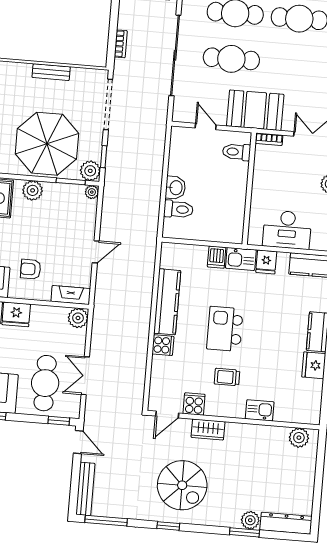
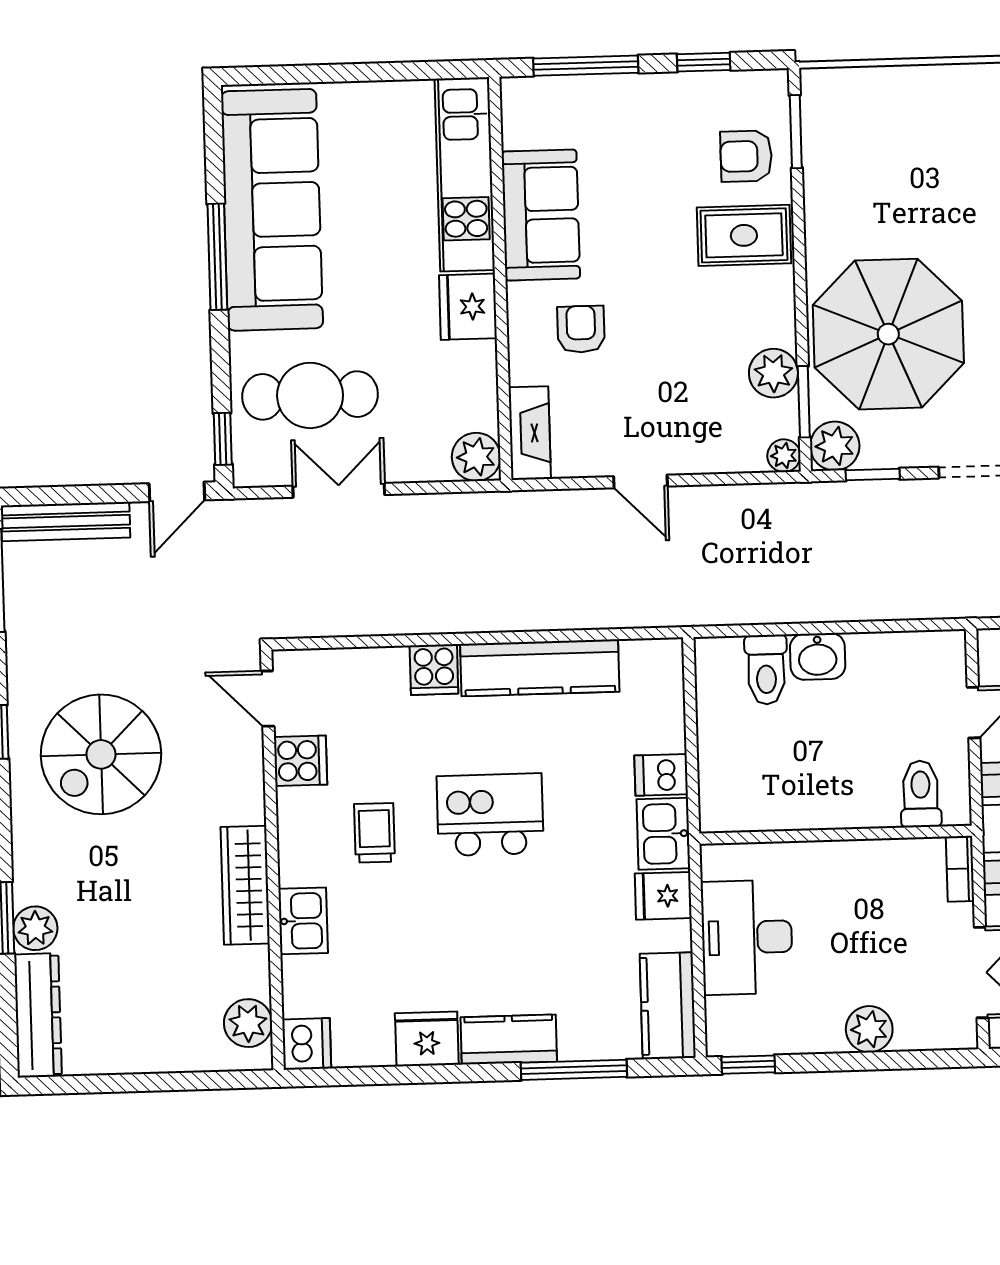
plant: (33, 190) -> (773, 373), moved
dishwasher: (310, 415) -> (307, 1044), added
wardrobe: (208, 429) -> (245, 885), moved, width x1.50

